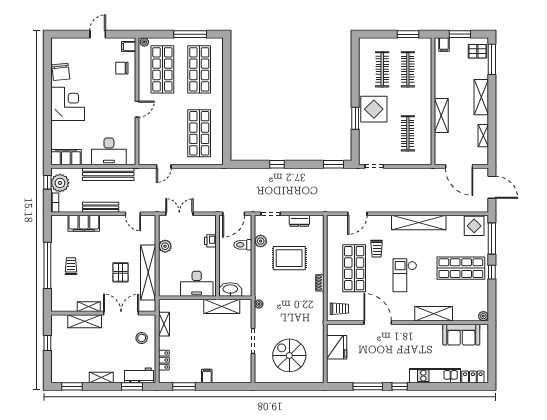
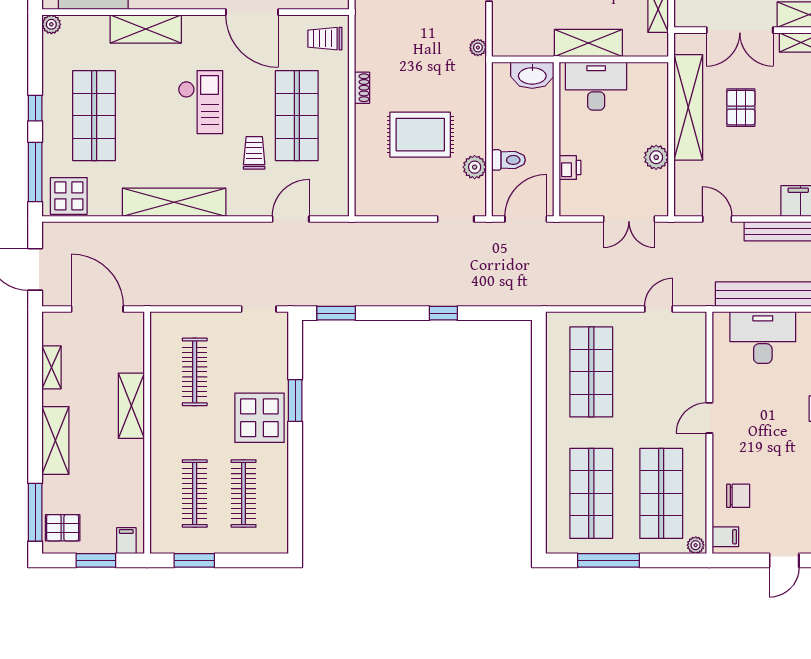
dresser: (299, 221) -> (401, 206), removed
shop shelf: (461, 268) -> (94, 116), turned 90
shelving: (222, 306) -> (588, 43), moved

